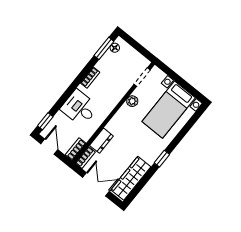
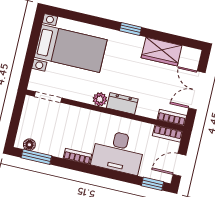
plant: (132, 101) -> (100, 99), moved
desk: (79, 108) -> (118, 152), width x1.37
dresser: (101, 141) -> (122, 103), moved
wardrobe: (131, 178) -> (162, 52), width x0.67

